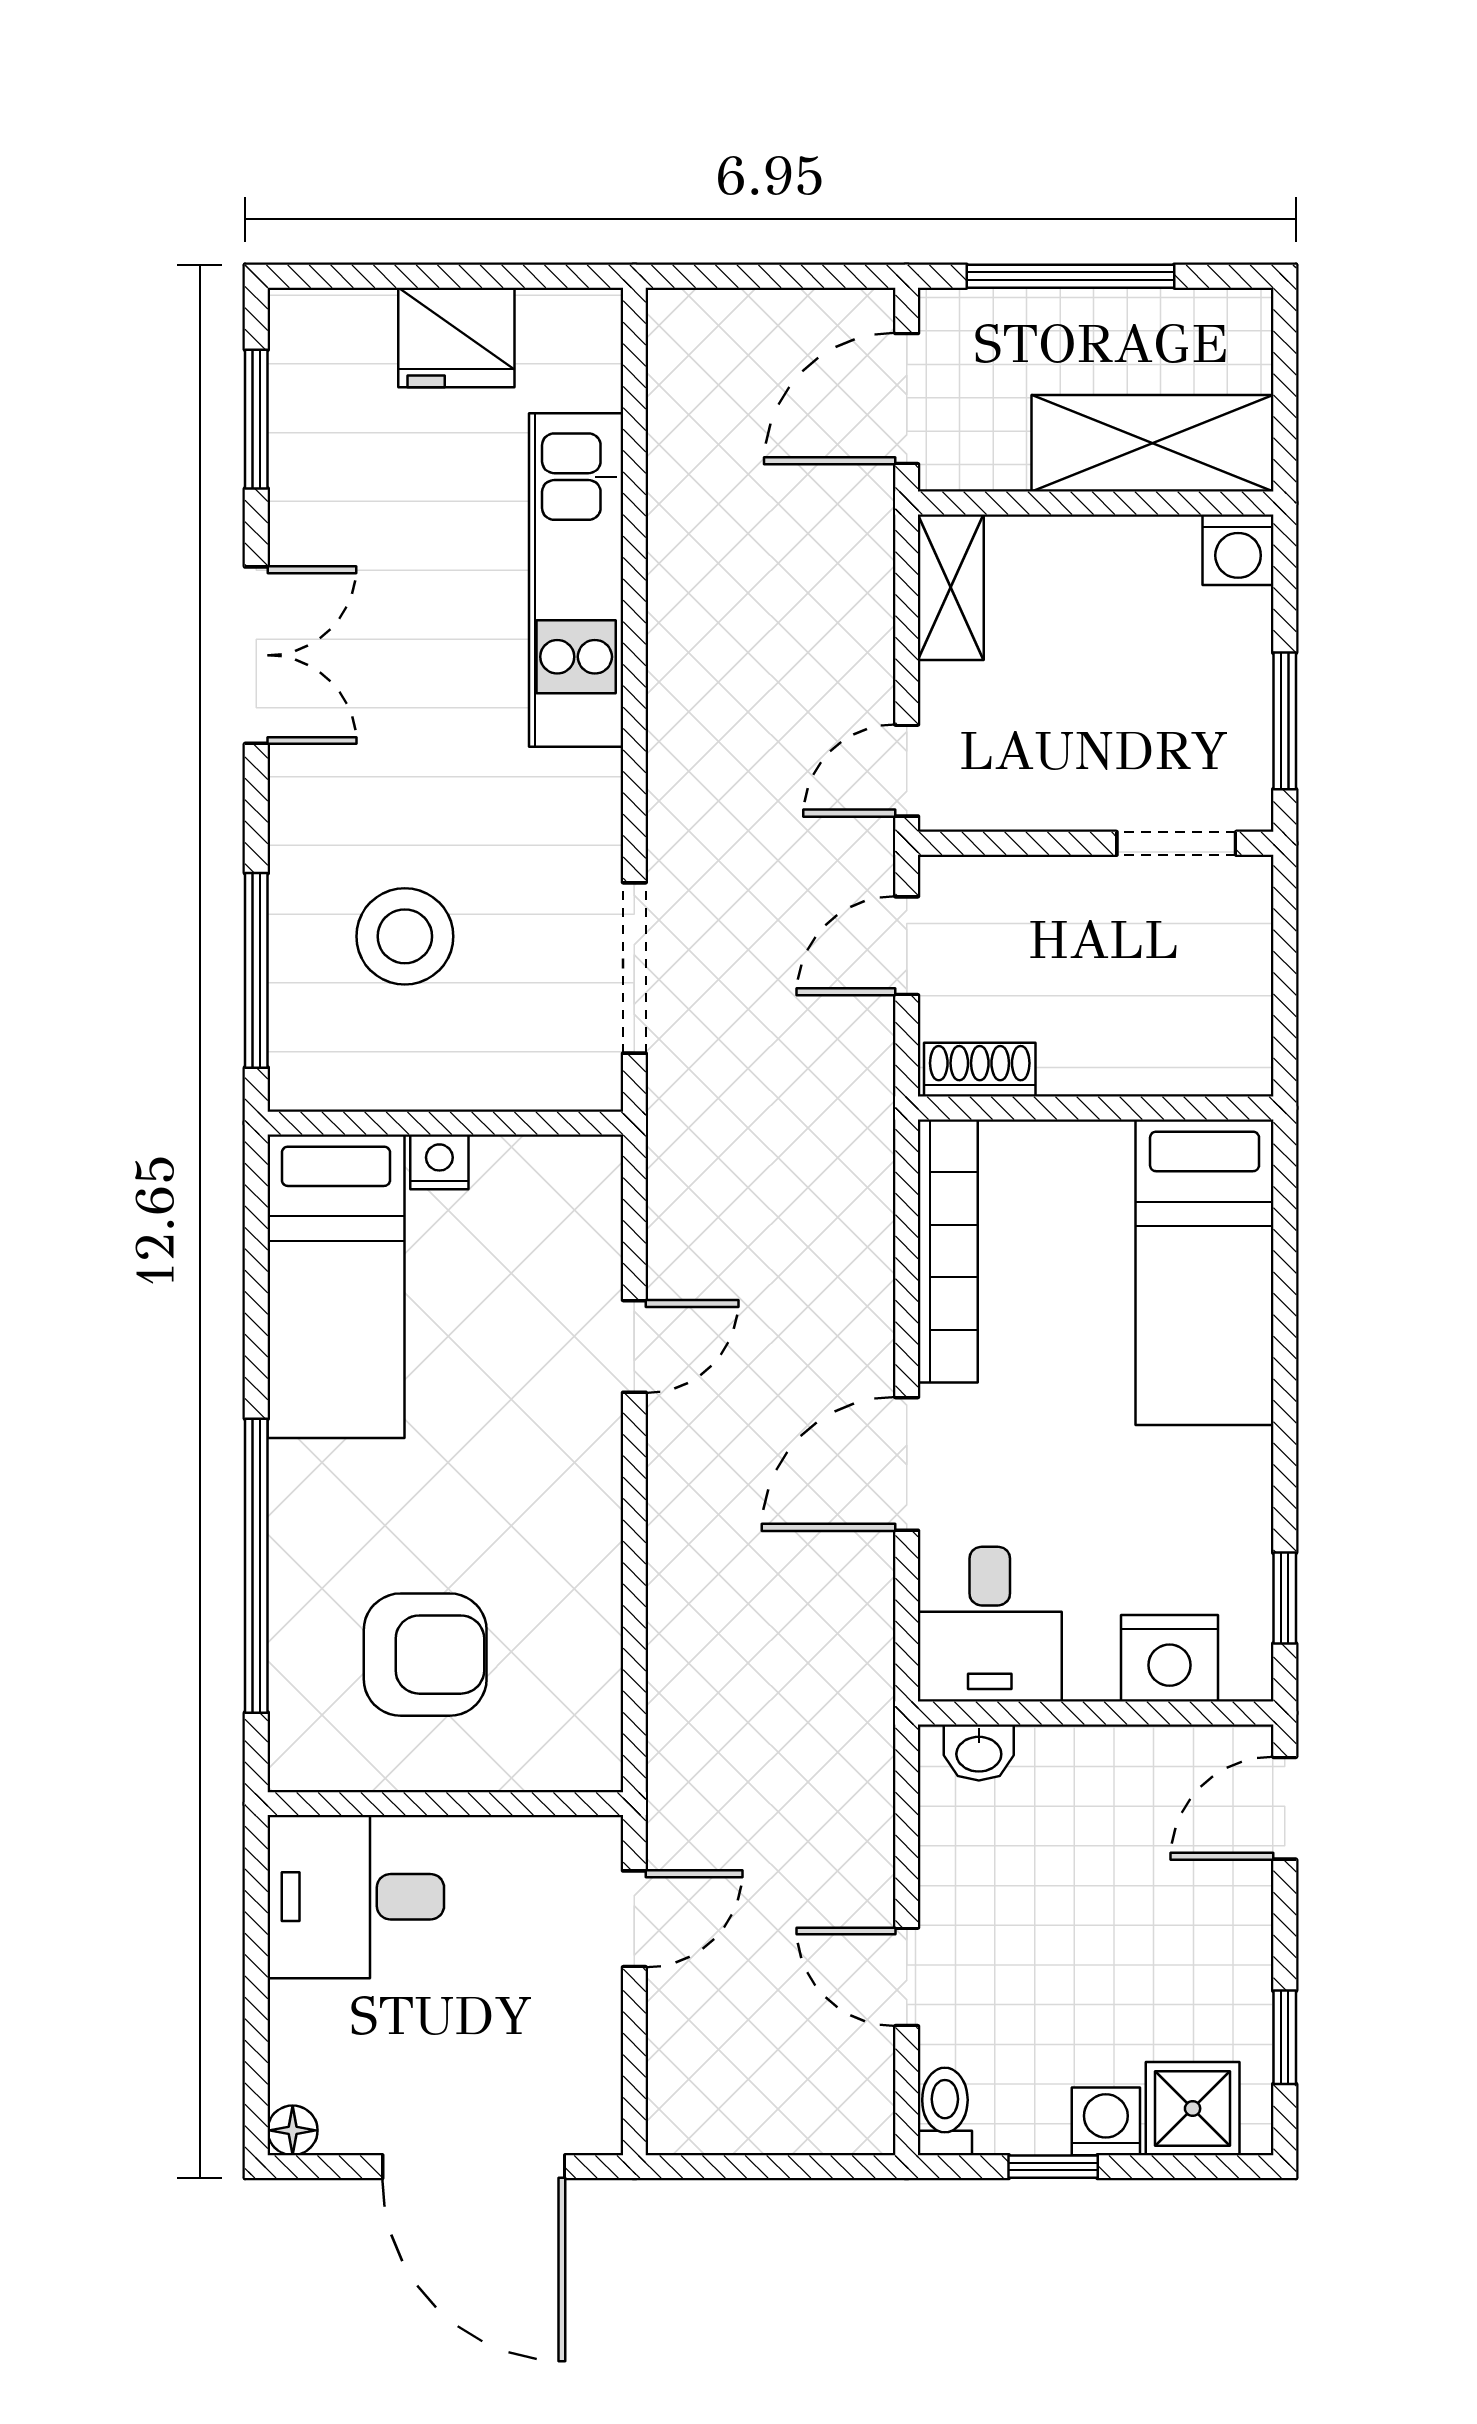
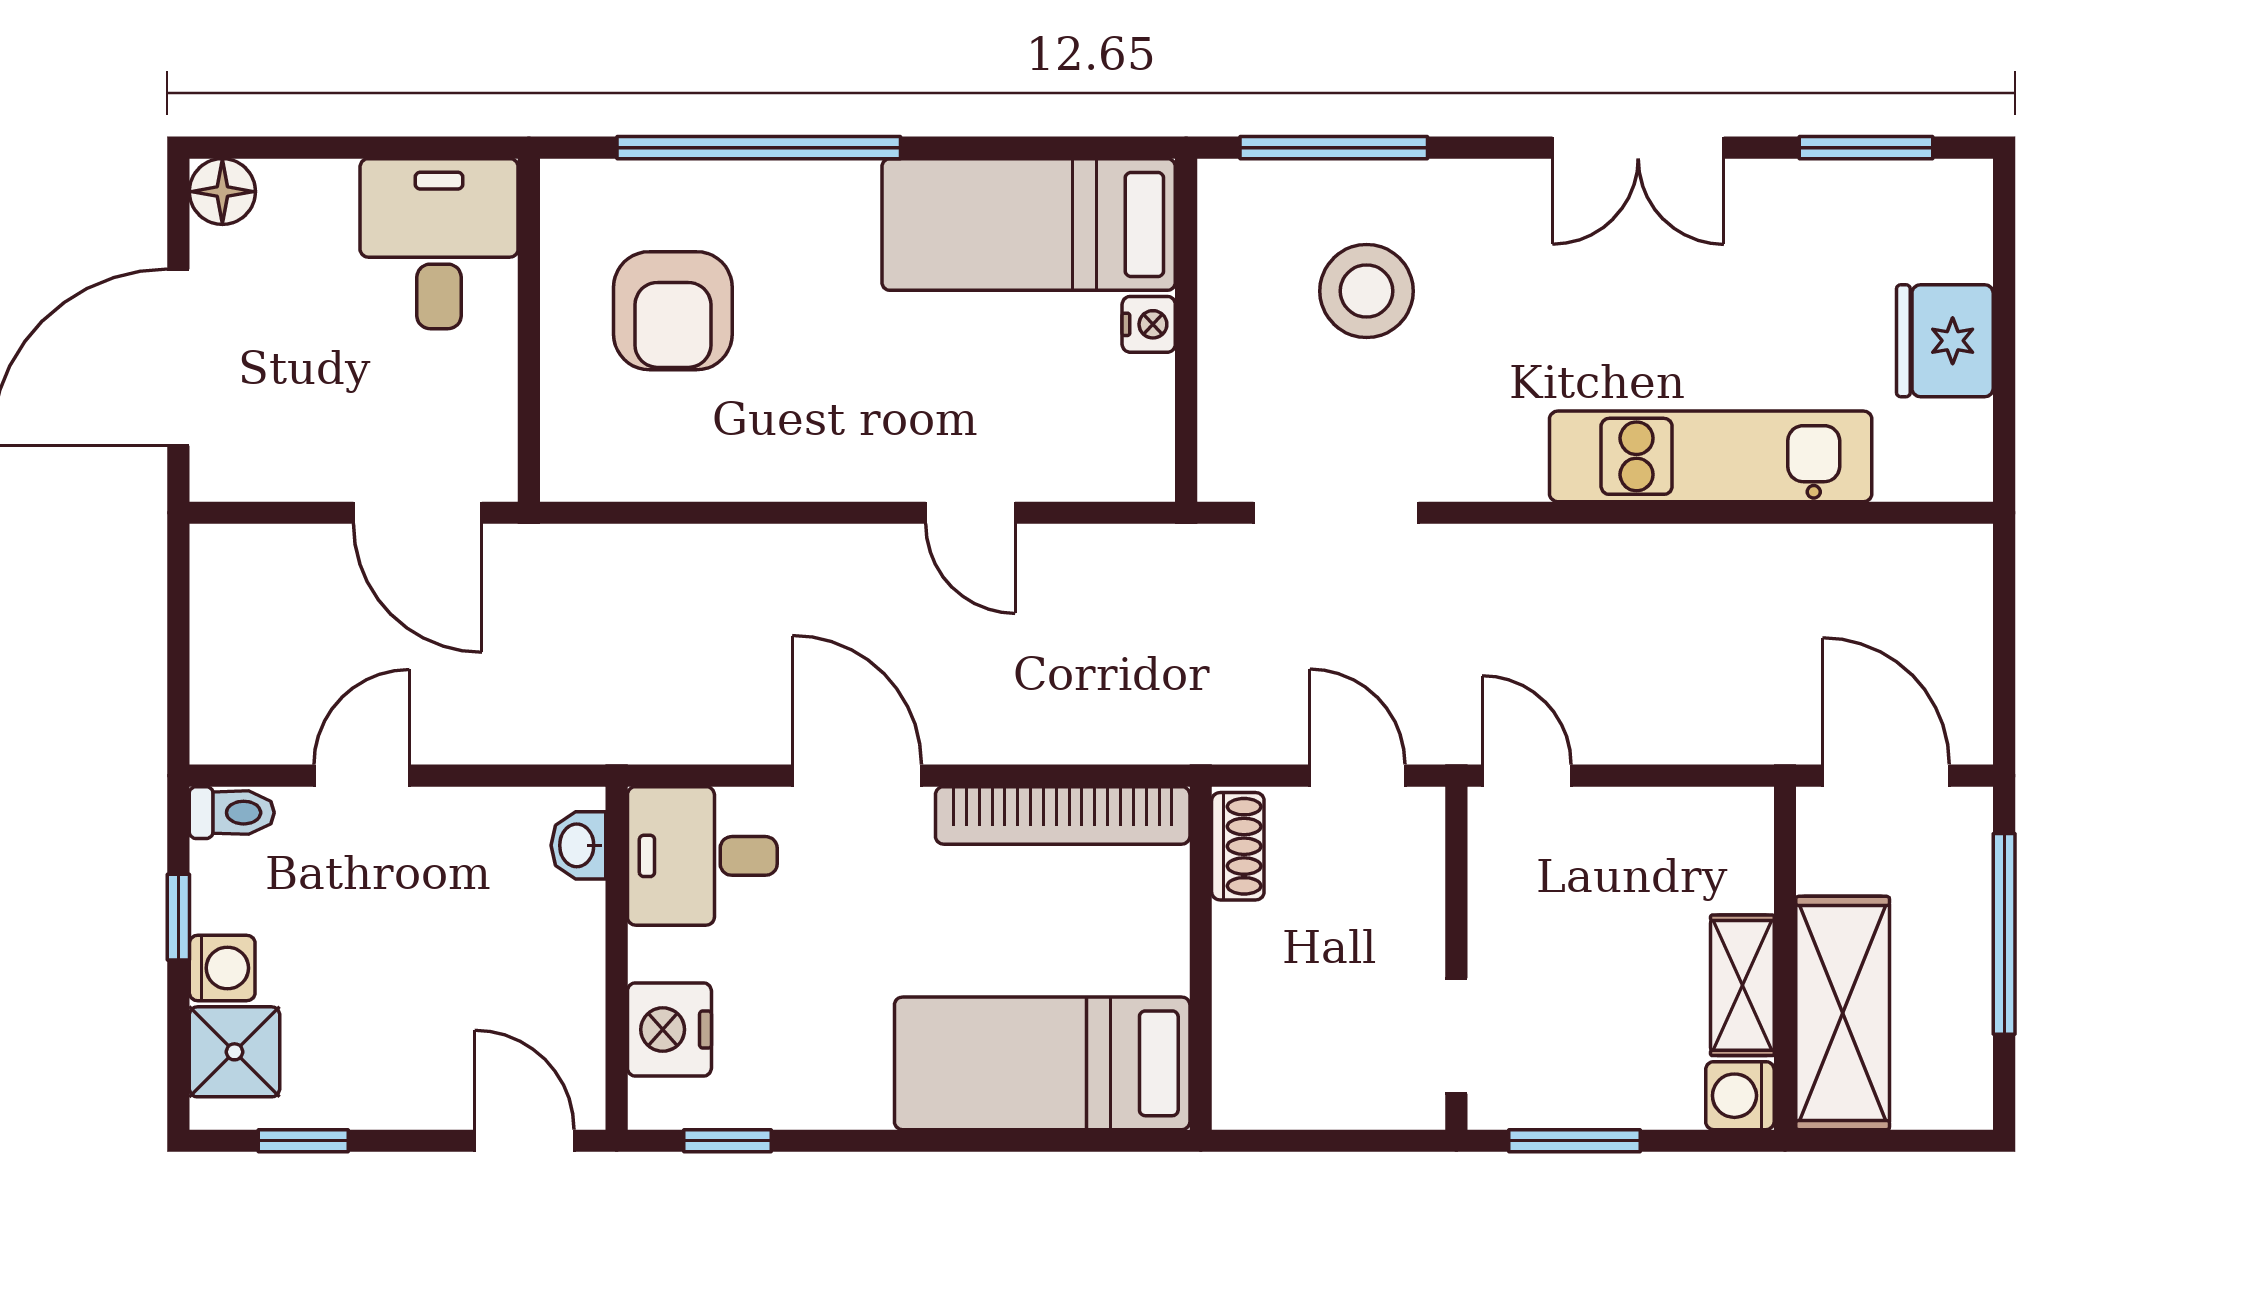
shelving: (951, 587) -> (1742, 985), moved, turned 90
door: (634, 1919) -> (418, 513), width x1.38
floor lamp: (293, 2130) -> (222, 192), width x1.37, depth x1.37

